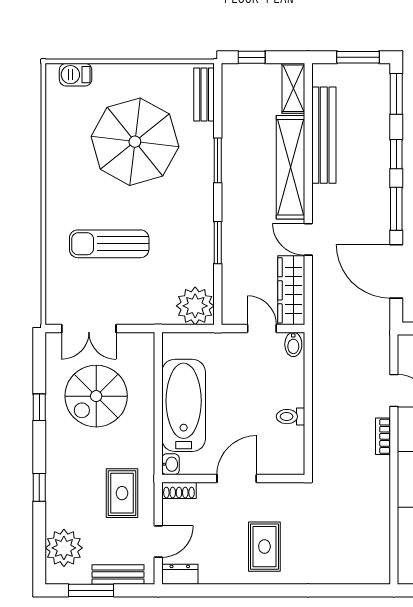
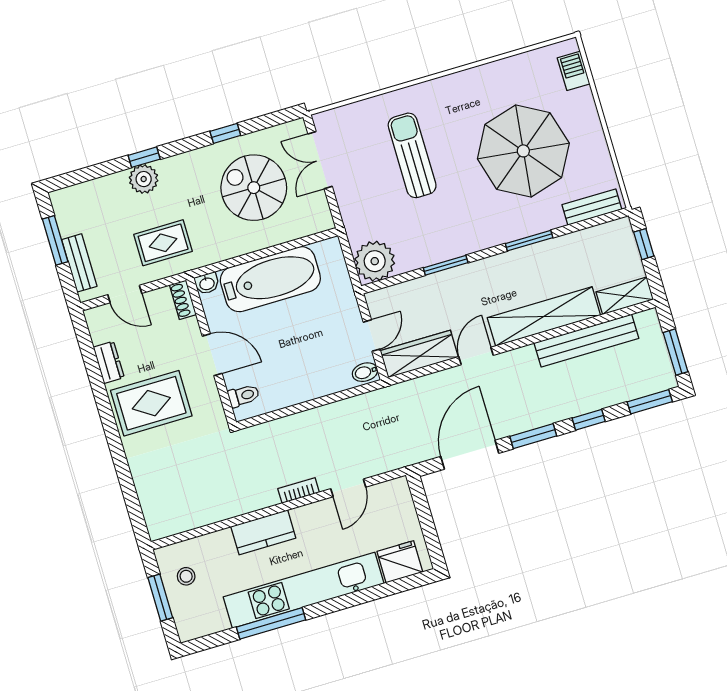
toilet: (291, 417) -> (244, 396), moved, turned 90
rug: (264, 547) -> (151, 403), width x1.36, depth x1.43
plant: (64, 548) -> (144, 179), moved, width x0.73, depth x0.73
dresser: (180, 574) -> (109, 362), moved

